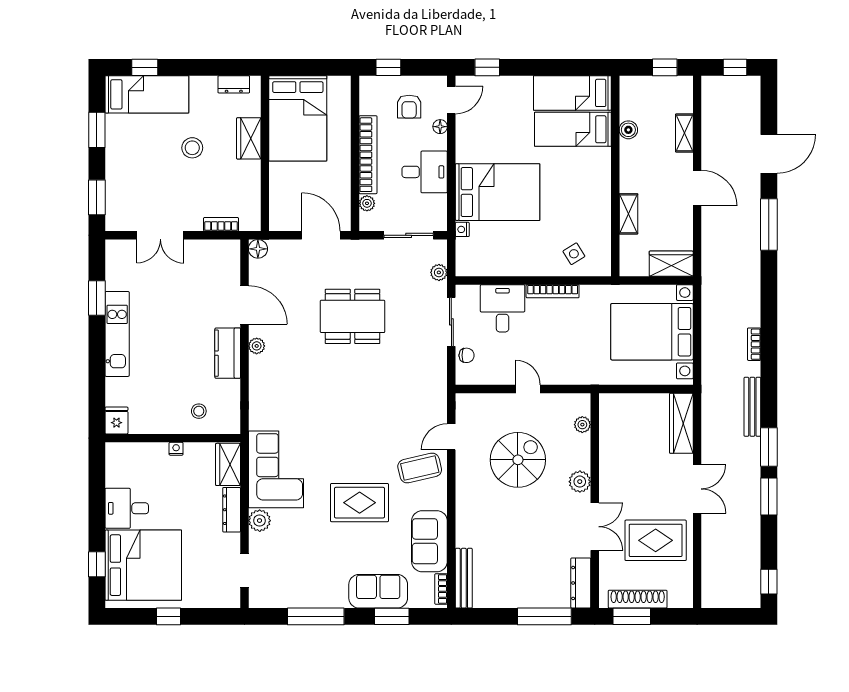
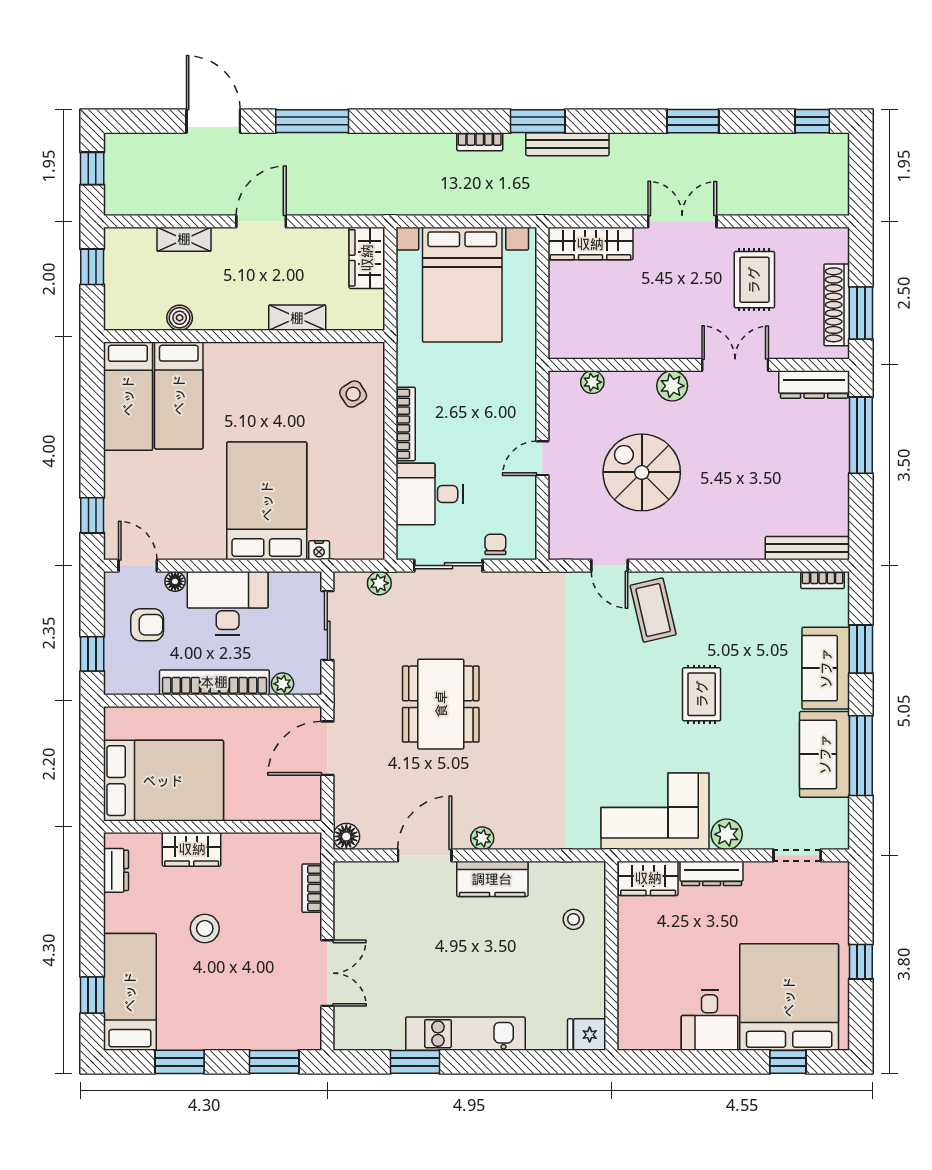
desk: (425, 172) -> (228, 603), width x1.37
window: (769, 447) -> (538, 121), moved
nightstand: (176, 449) -> (626, 951), removed
rug: (360, 503) -> (702, 694), width x0.73, depth x0.70
rug: (656, 540) -> (754, 280), width x0.73, depth x0.70
sofa: (429, 541) -> (825, 754), moved, turned 90

